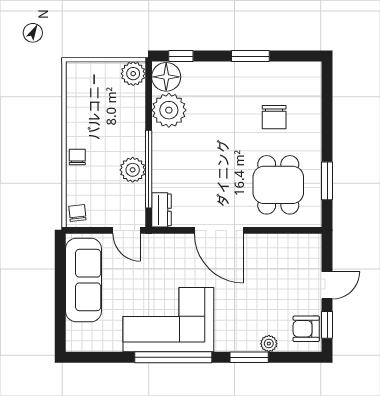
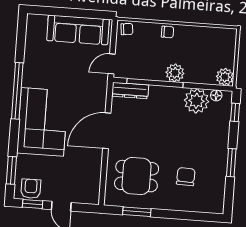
floor lamp: (166, 77) -> (216, 95), width x0.53, depth x0.53
chair: (274, 117) -> (186, 177), turned 92
plant: (133, 170) -> (175, 73), moved
dresser: (161, 210) -> (130, 91), width x1.44
corner sofa: (168, 320) -> (42, 122), moved
plant: (269, 344) -> (22, 161), removed
window: (249, 357) -> (11, 170), moved

